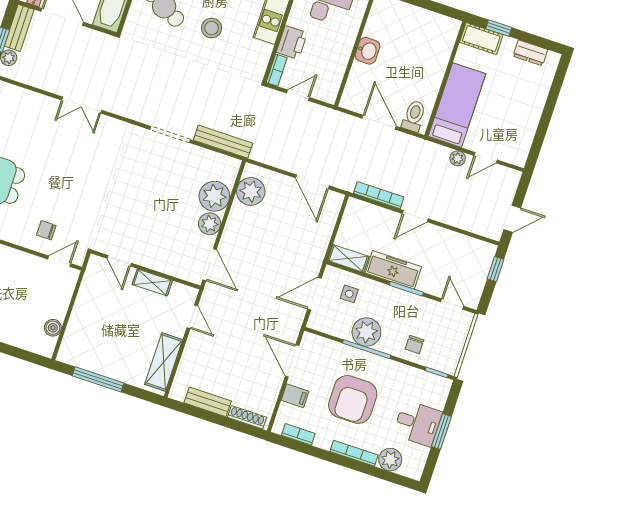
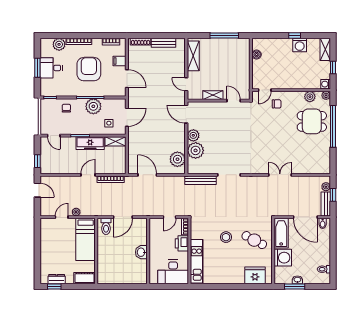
window: (499, 28) -> (54, 287), moved
door: (379, 122) -> (123, 217), hinge flipped
door: (512, 219) -> (37, 190), swing flipped

